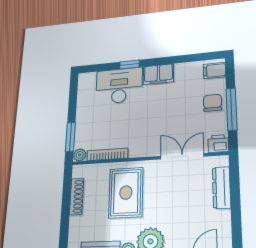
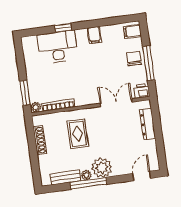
filing cabinet: (158, 74) -> (94, 35), width x0.50
rug: (126, 193) -> (78, 134), width x0.73, depth x0.70

